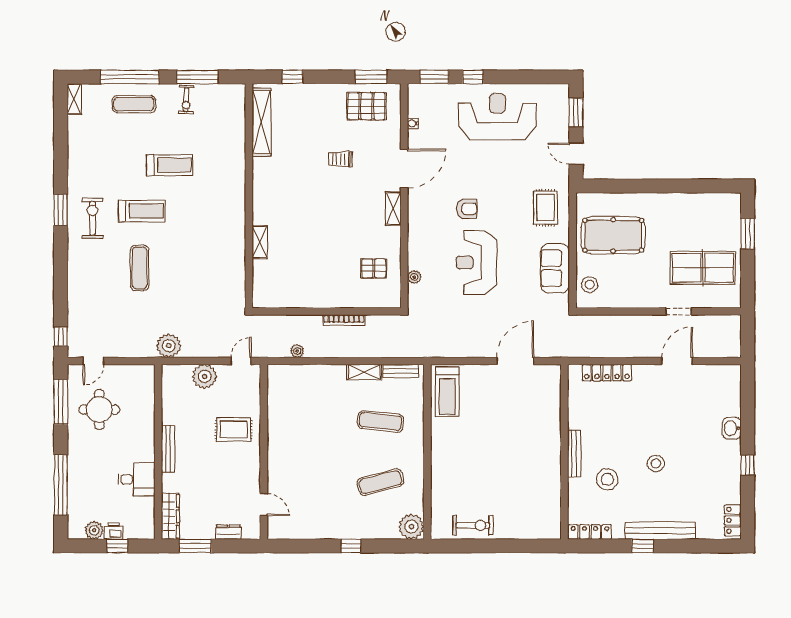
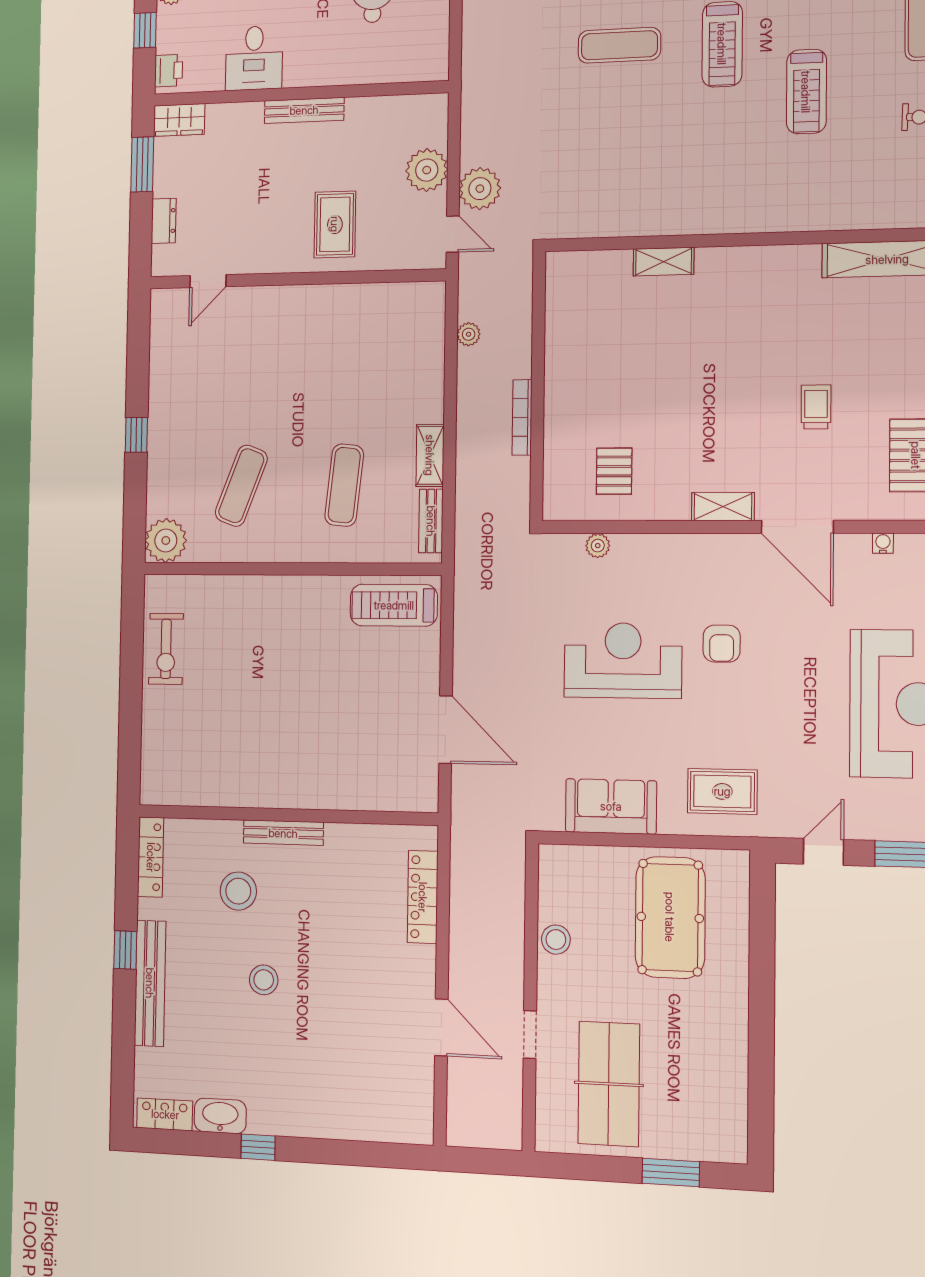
stool: (590, 285) -> (556, 940), moved
plant: (169, 346) -> (480, 189), moved
washbasin: (732, 428) -> (220, 1116), moved, width x1.38
exercise mat: (380, 482) -> (241, 486), turned 36
wardrobe: (170, 516) -> (179, 120), width x0.67
printer: (114, 531) -> (169, 71), moved

